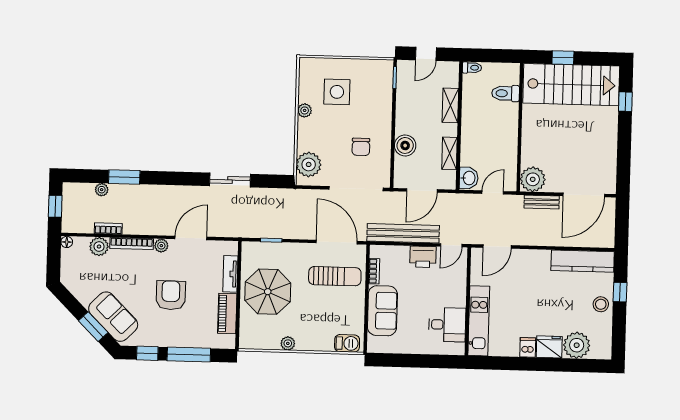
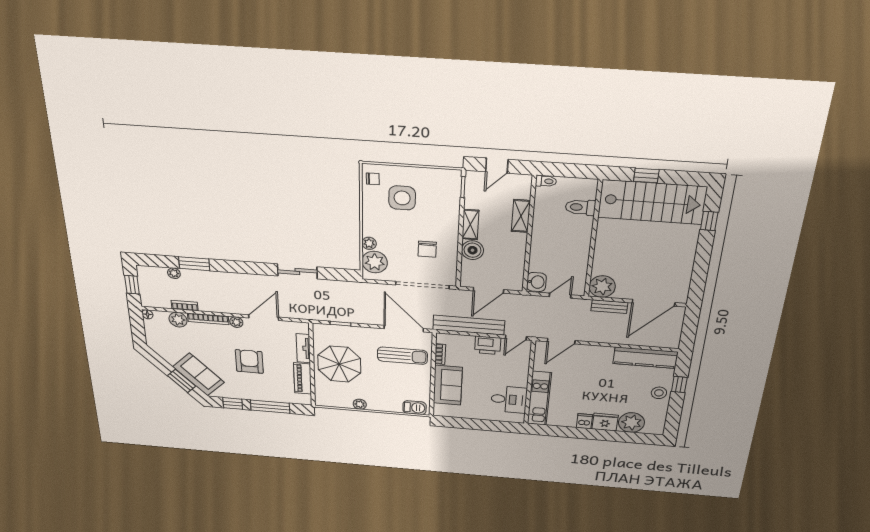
chair: (309, 73) -> (373, 179), added
plant: (305, 110) -> (369, 243), moved
shelving: (449, 153) -> (470, 225), moved

